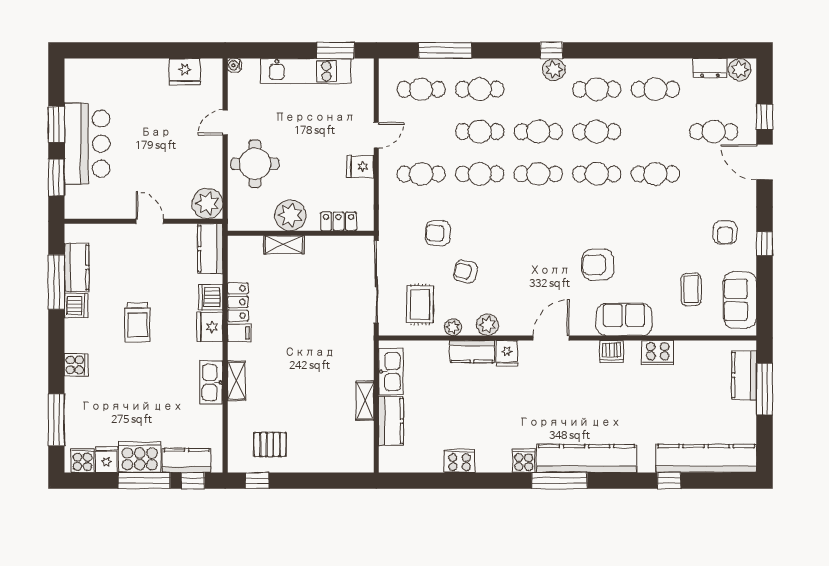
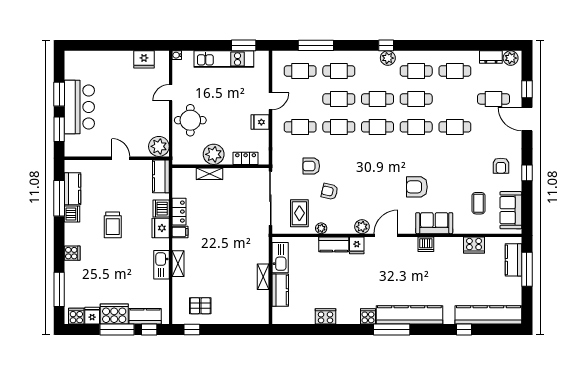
plant: (488, 325) -> (362, 227), moved
cooker: (658, 353) -> (474, 245), moved

